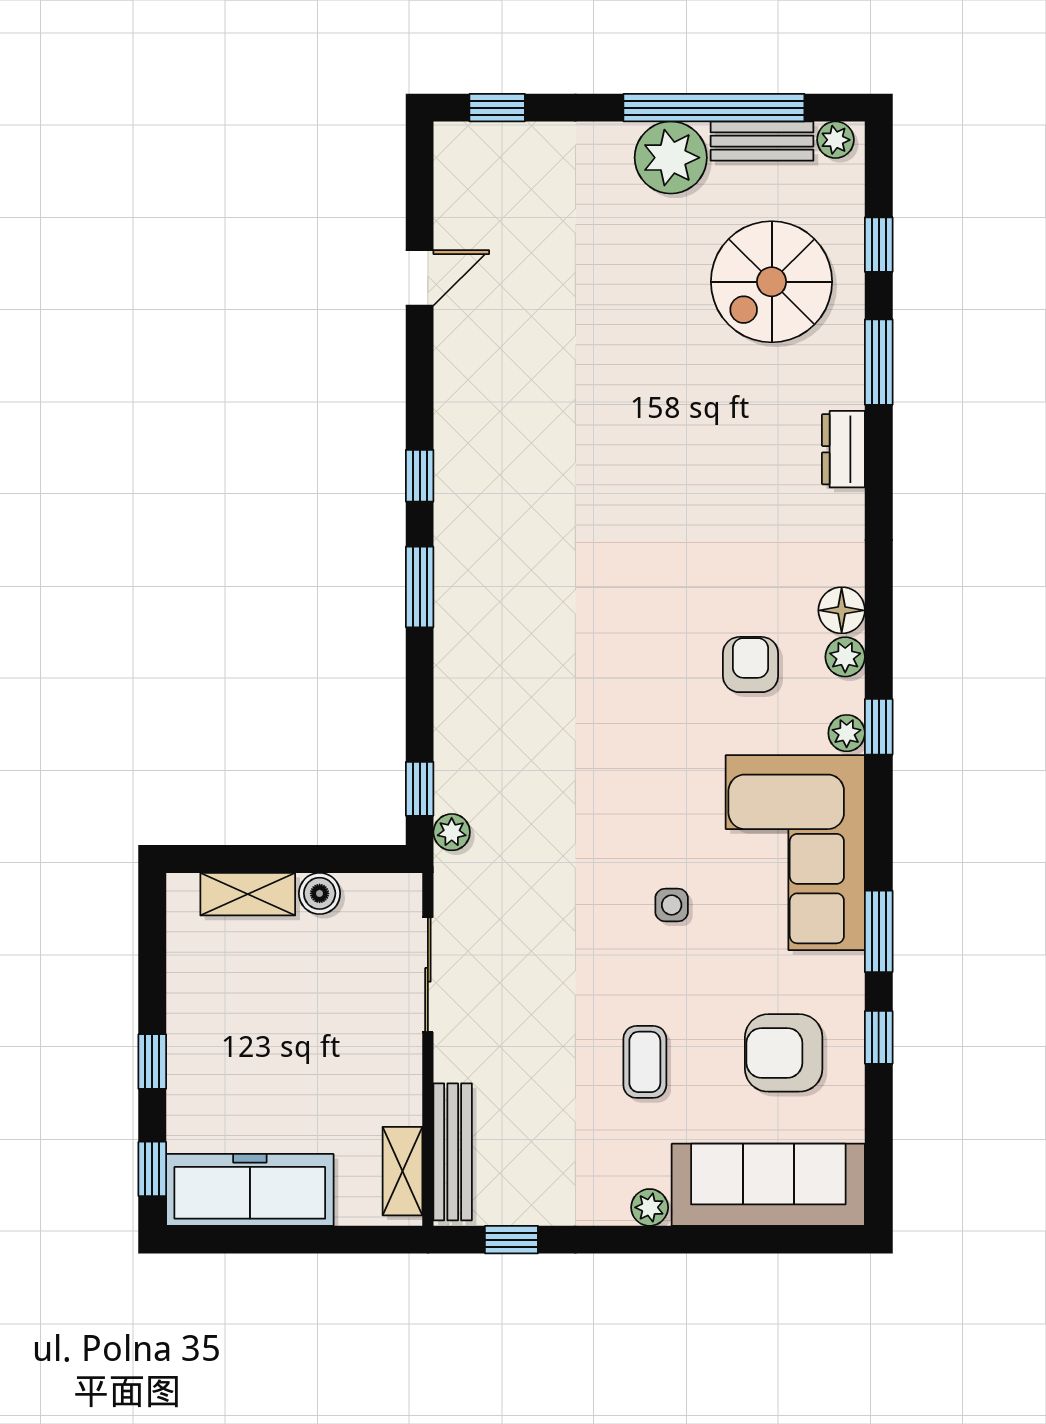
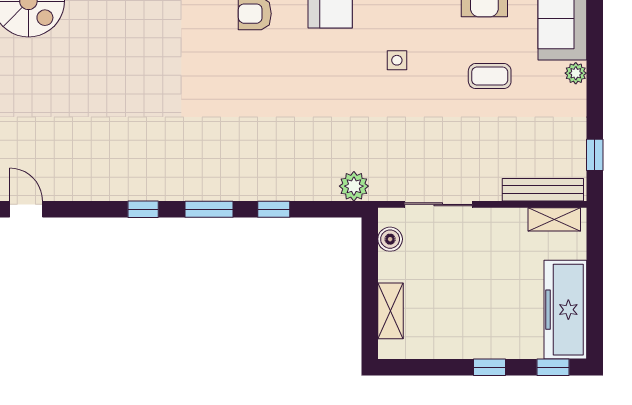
window: (420, 789) -> (274, 209), moved
plant: (452, 832) -> (354, 186), width x1.38, depth x1.38
boiler: (320, 893) -> (390, 239), moved

